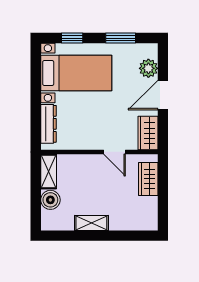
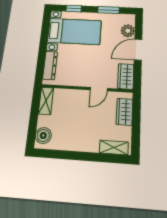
door: (114, 152) -> (99, 89), hinge flipped
boiler: (50, 200) -> (43, 135), moved
shelving: (91, 223) -> (114, 148), moved

